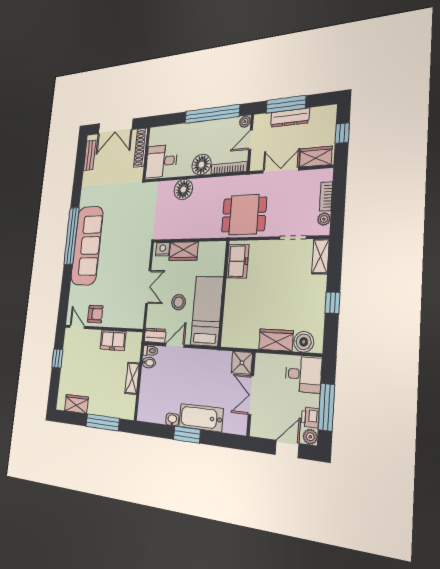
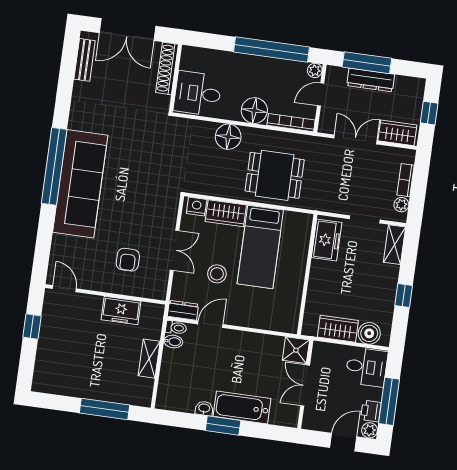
dining table: (244, 215) -> (275, 175), moved
freezer: (238, 261) -> (327, 240), moved
wall: (224, 293) -> (307, 274), moved
bed: (207, 311) -> (260, 247), moved, turned 180
armchair: (95, 314) -> (128, 260), moved, turned 90
wardrobe: (76, 404) -> (64, 385), removed

